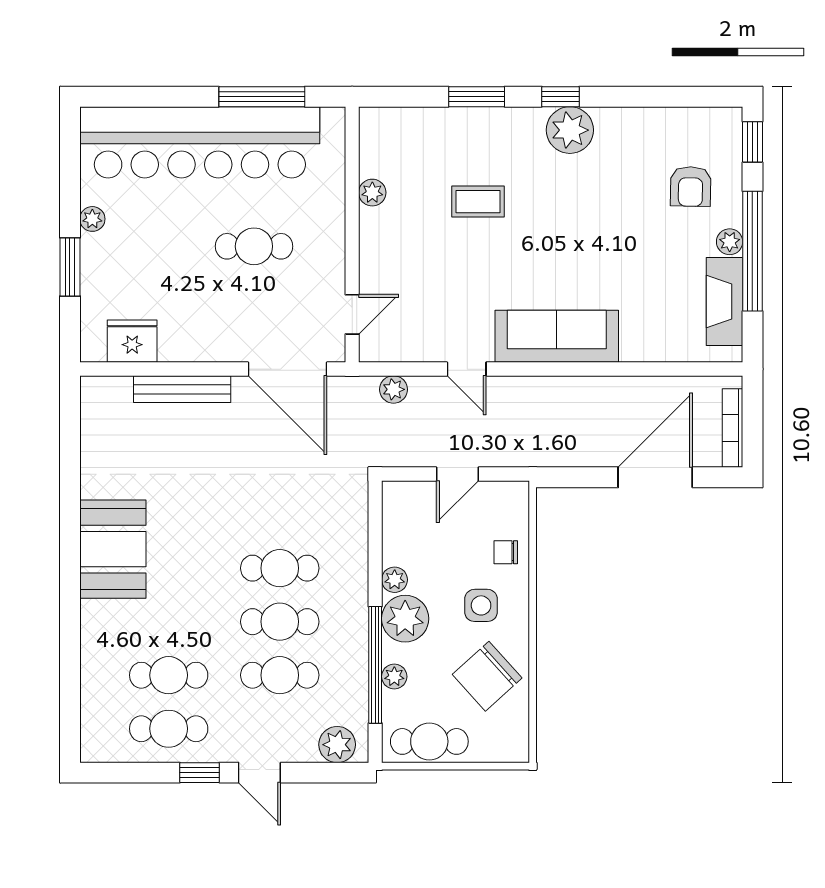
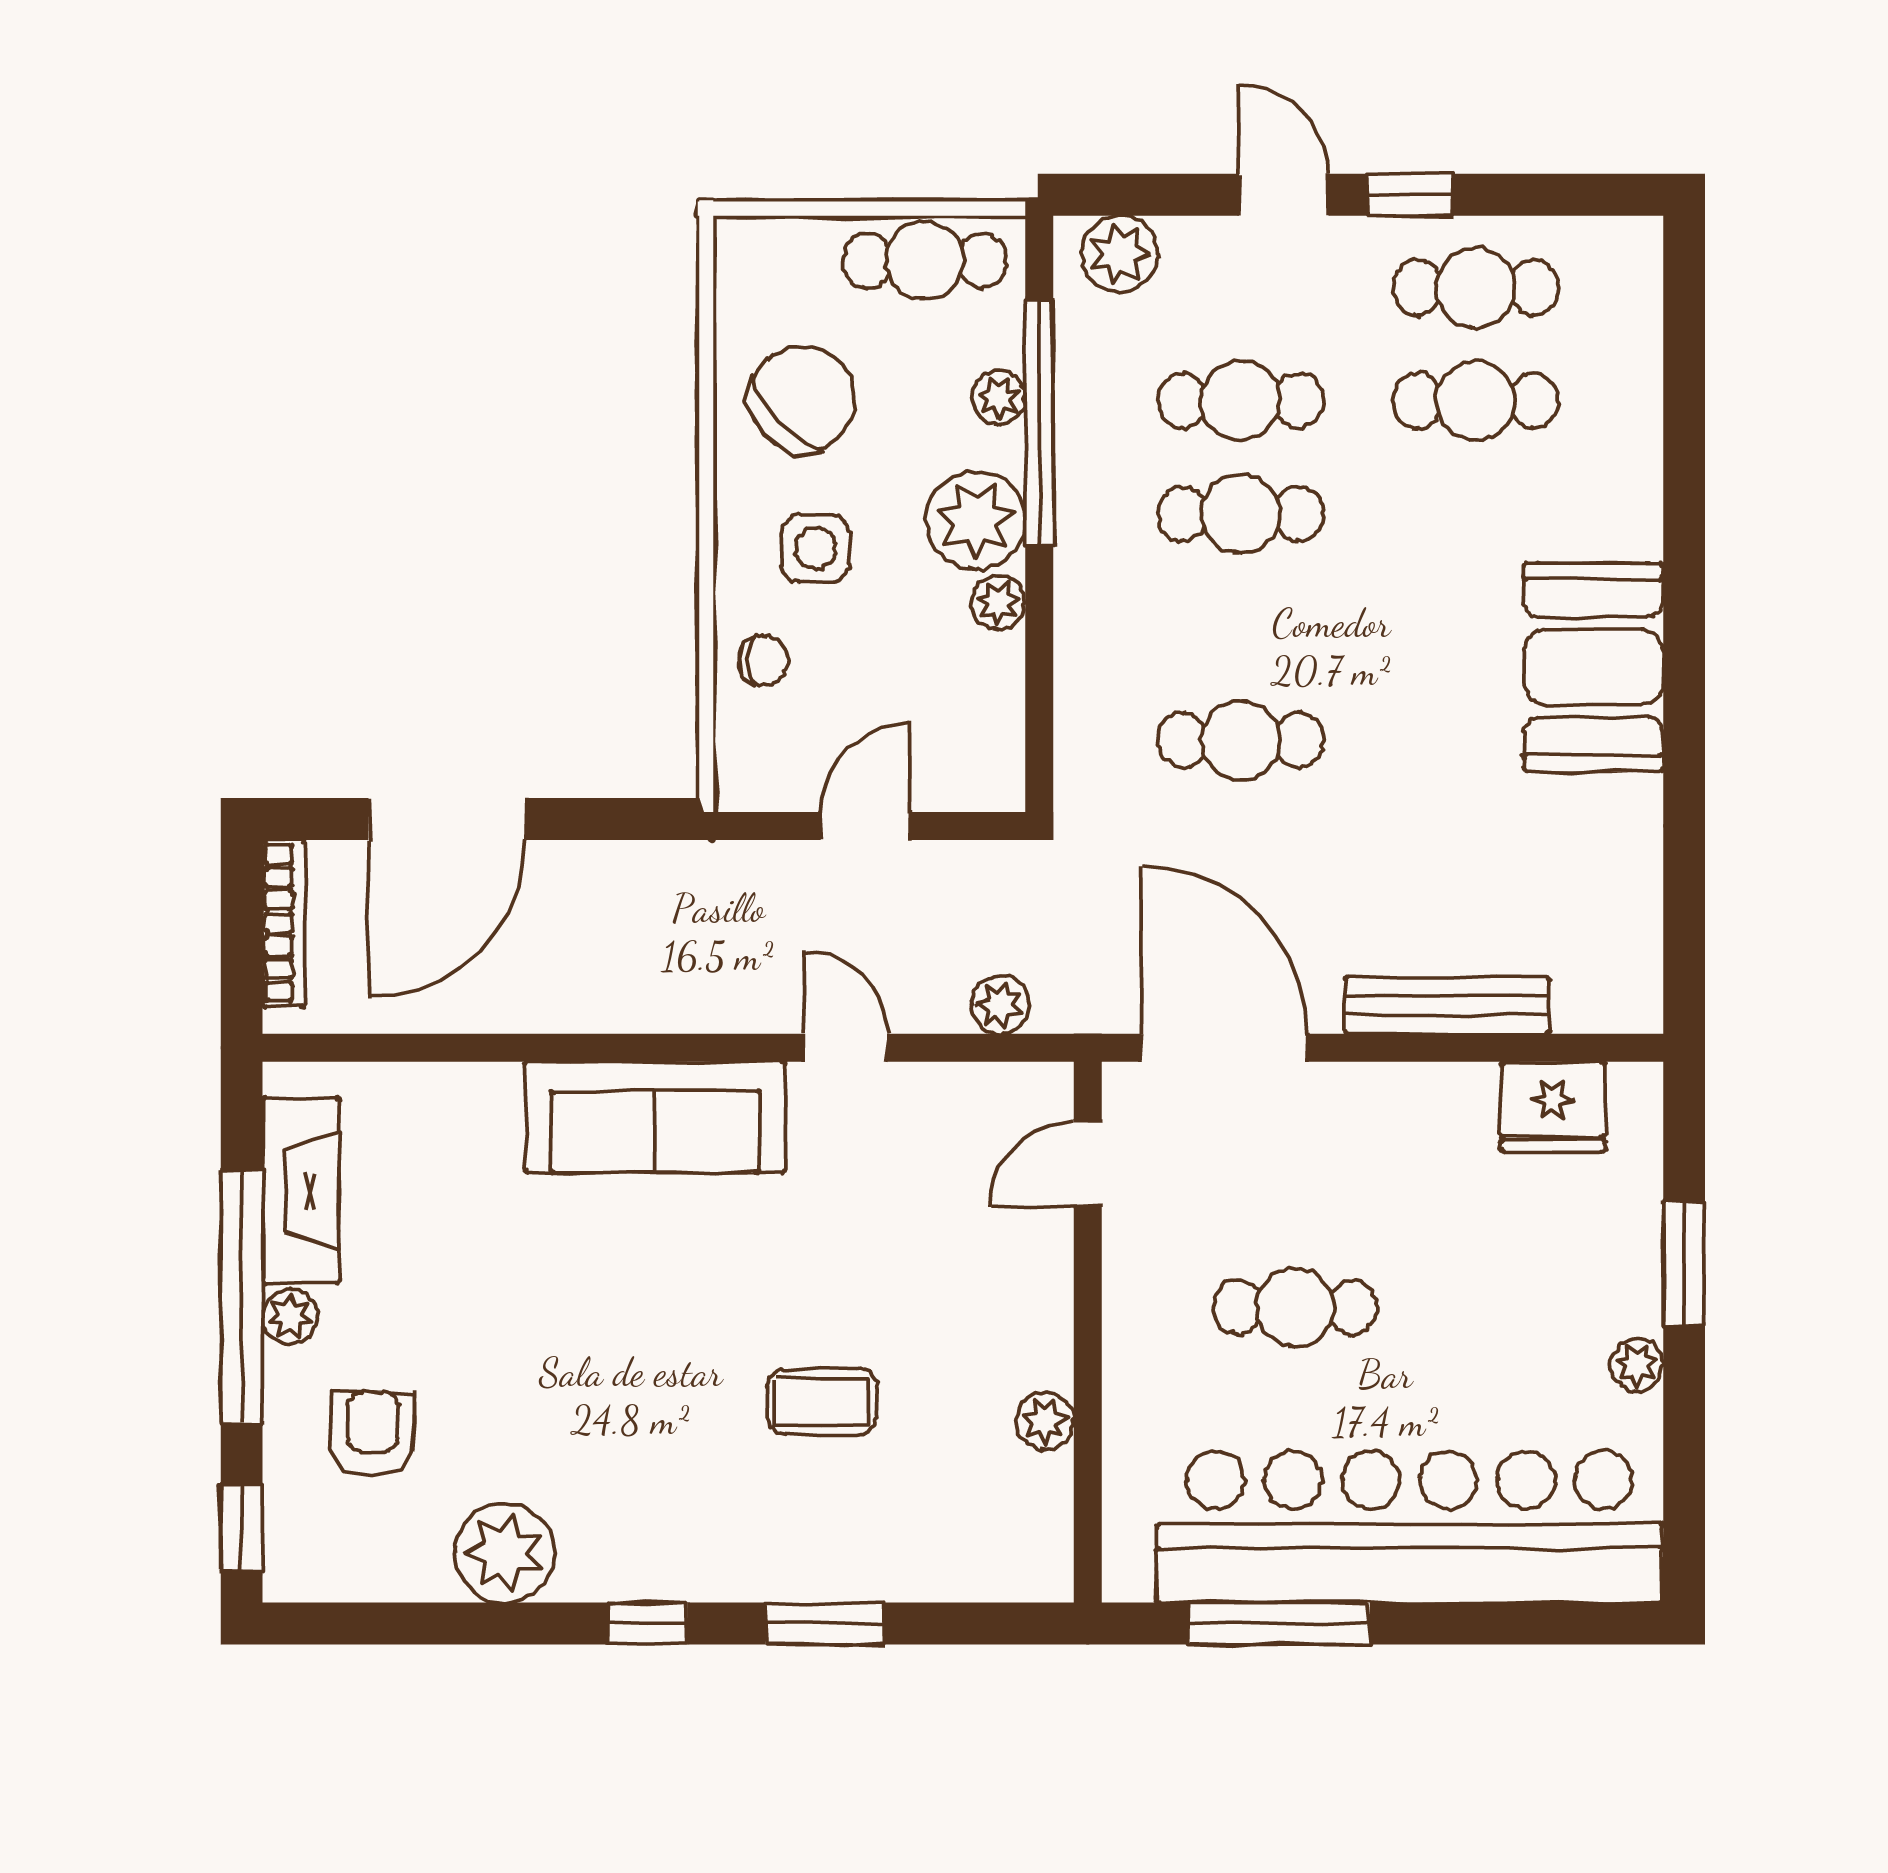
plant: (570, 130) -> (505, 1553), moved
cafe table: (280, 568) -> (1241, 740), moved

